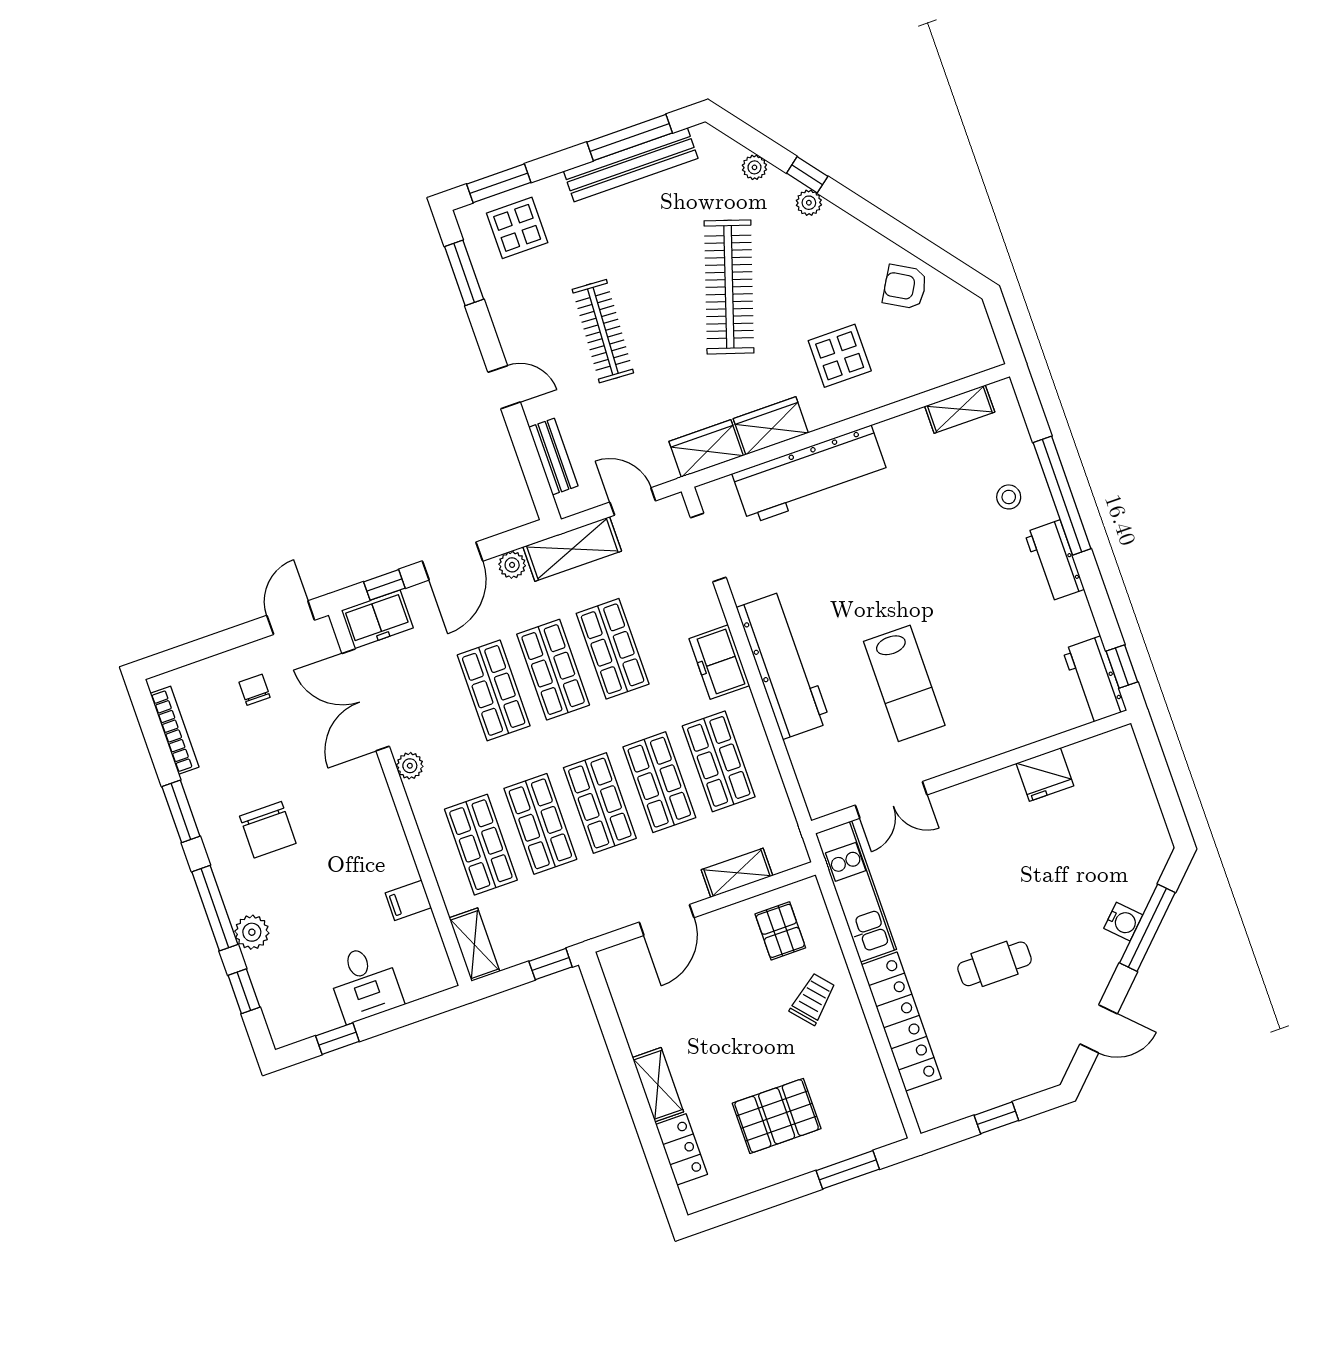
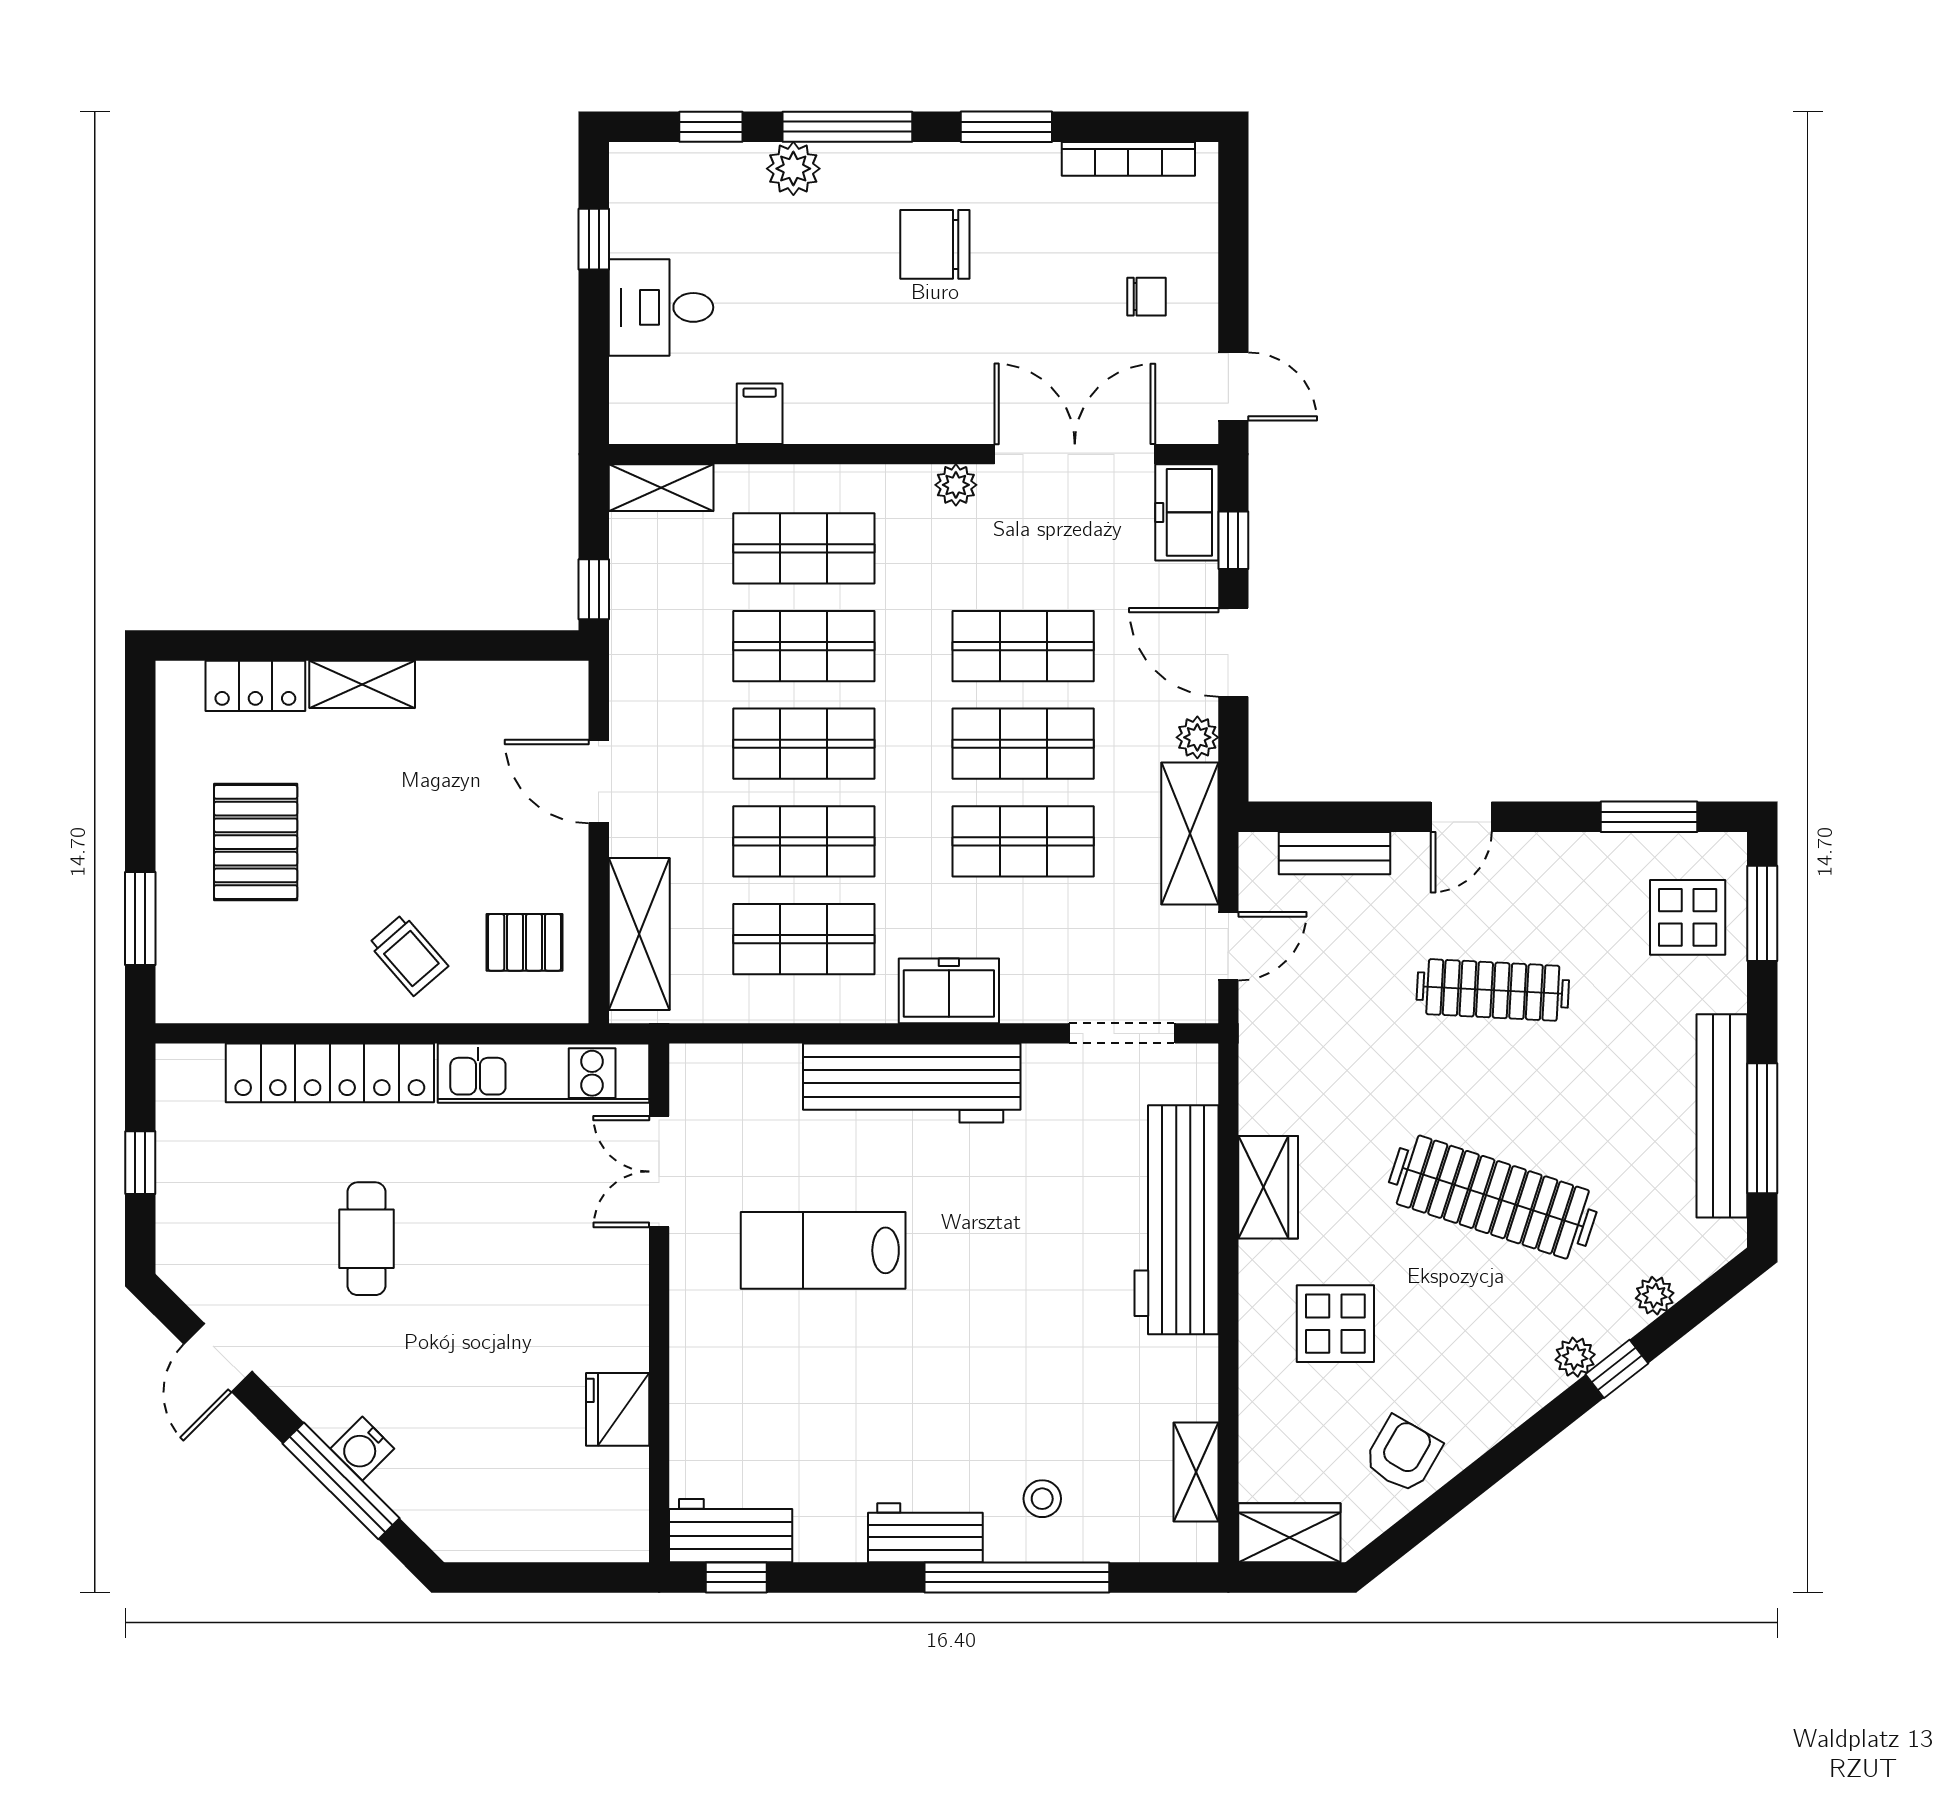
wardrobe: (706, 449) -> (1289, 1533), moved, turned -90
shelving: (737, 873) -> (639, 934), width x1.50, depth x1.33

